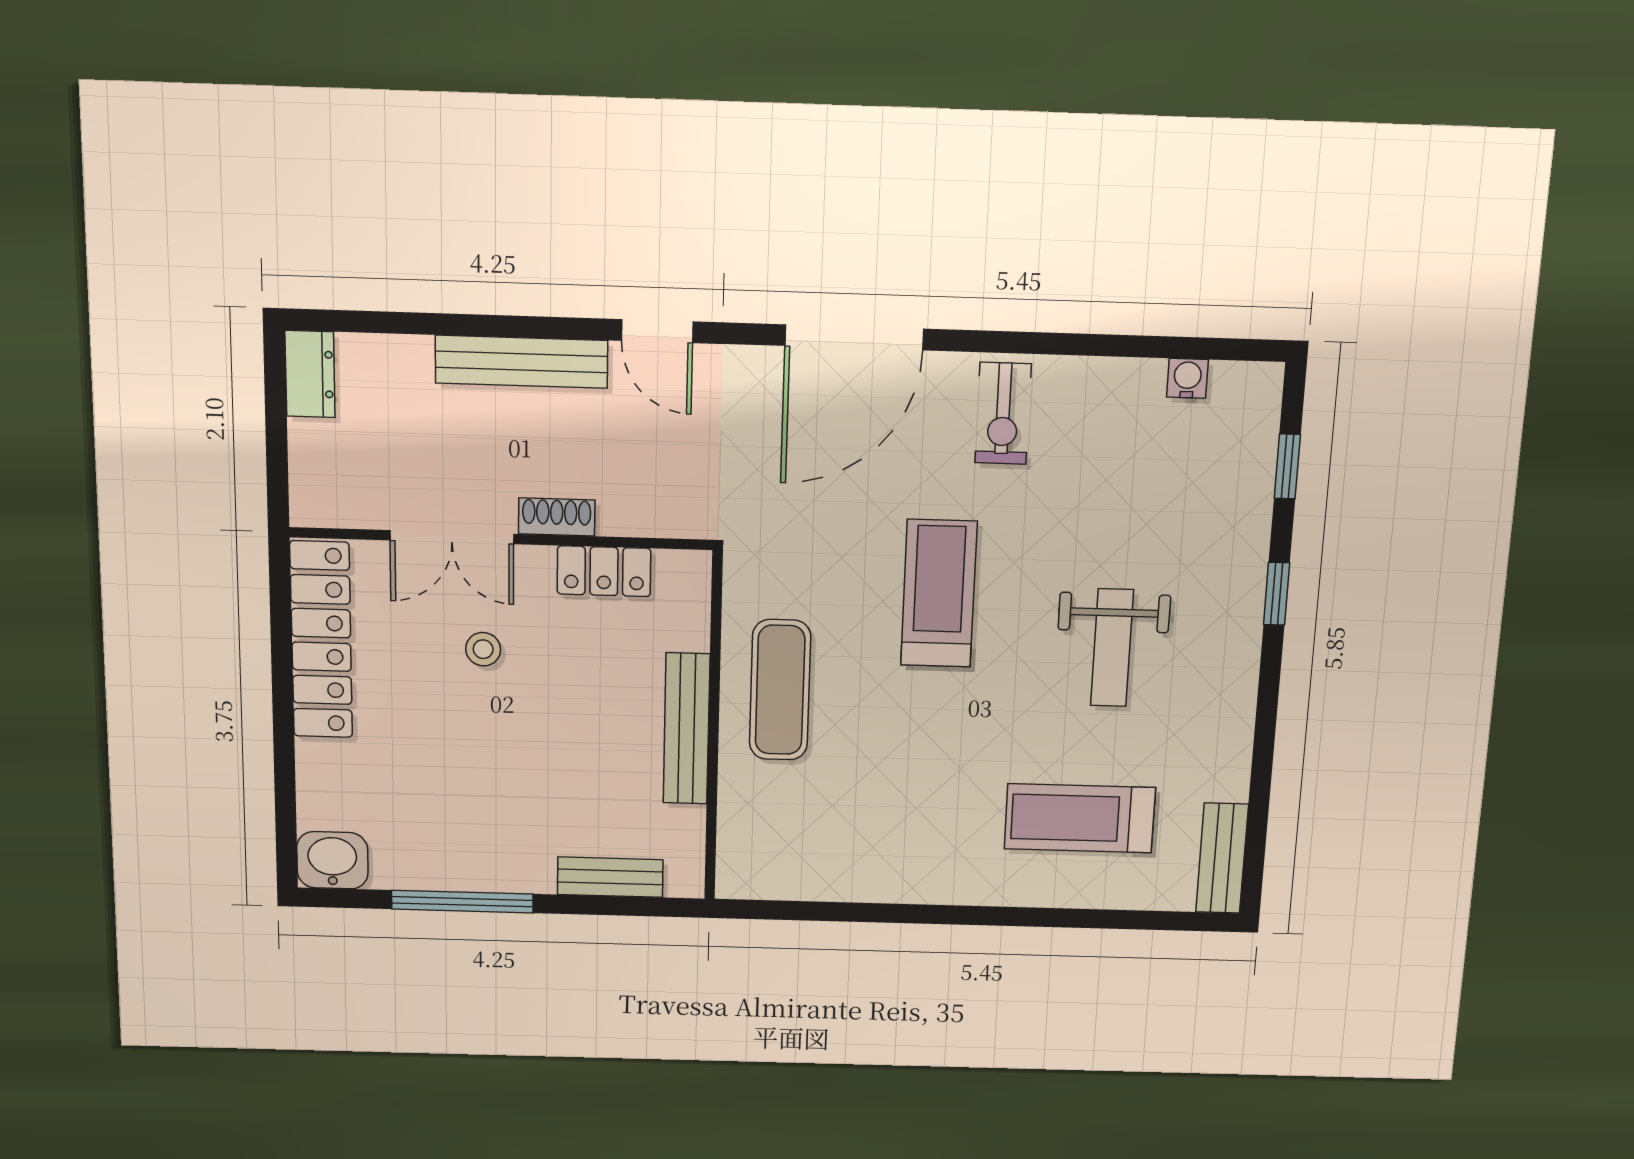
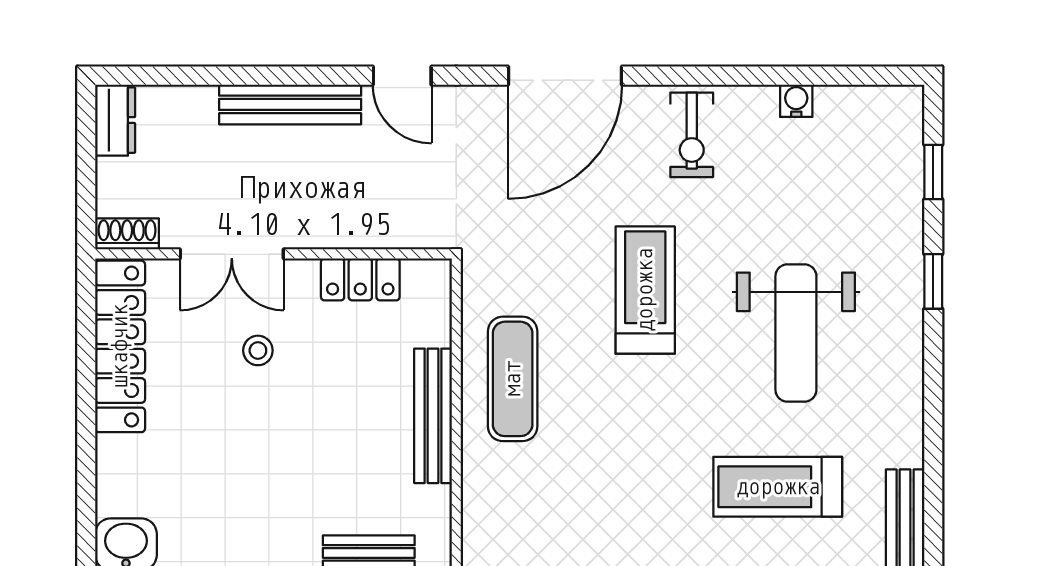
water cooler: (1187, 378) -> (796, 101), moved
shoe rack: (557, 517) -> (127, 234), moved
weight bench: (1112, 648) -> (796, 333), width x1.36, depth x1.33

